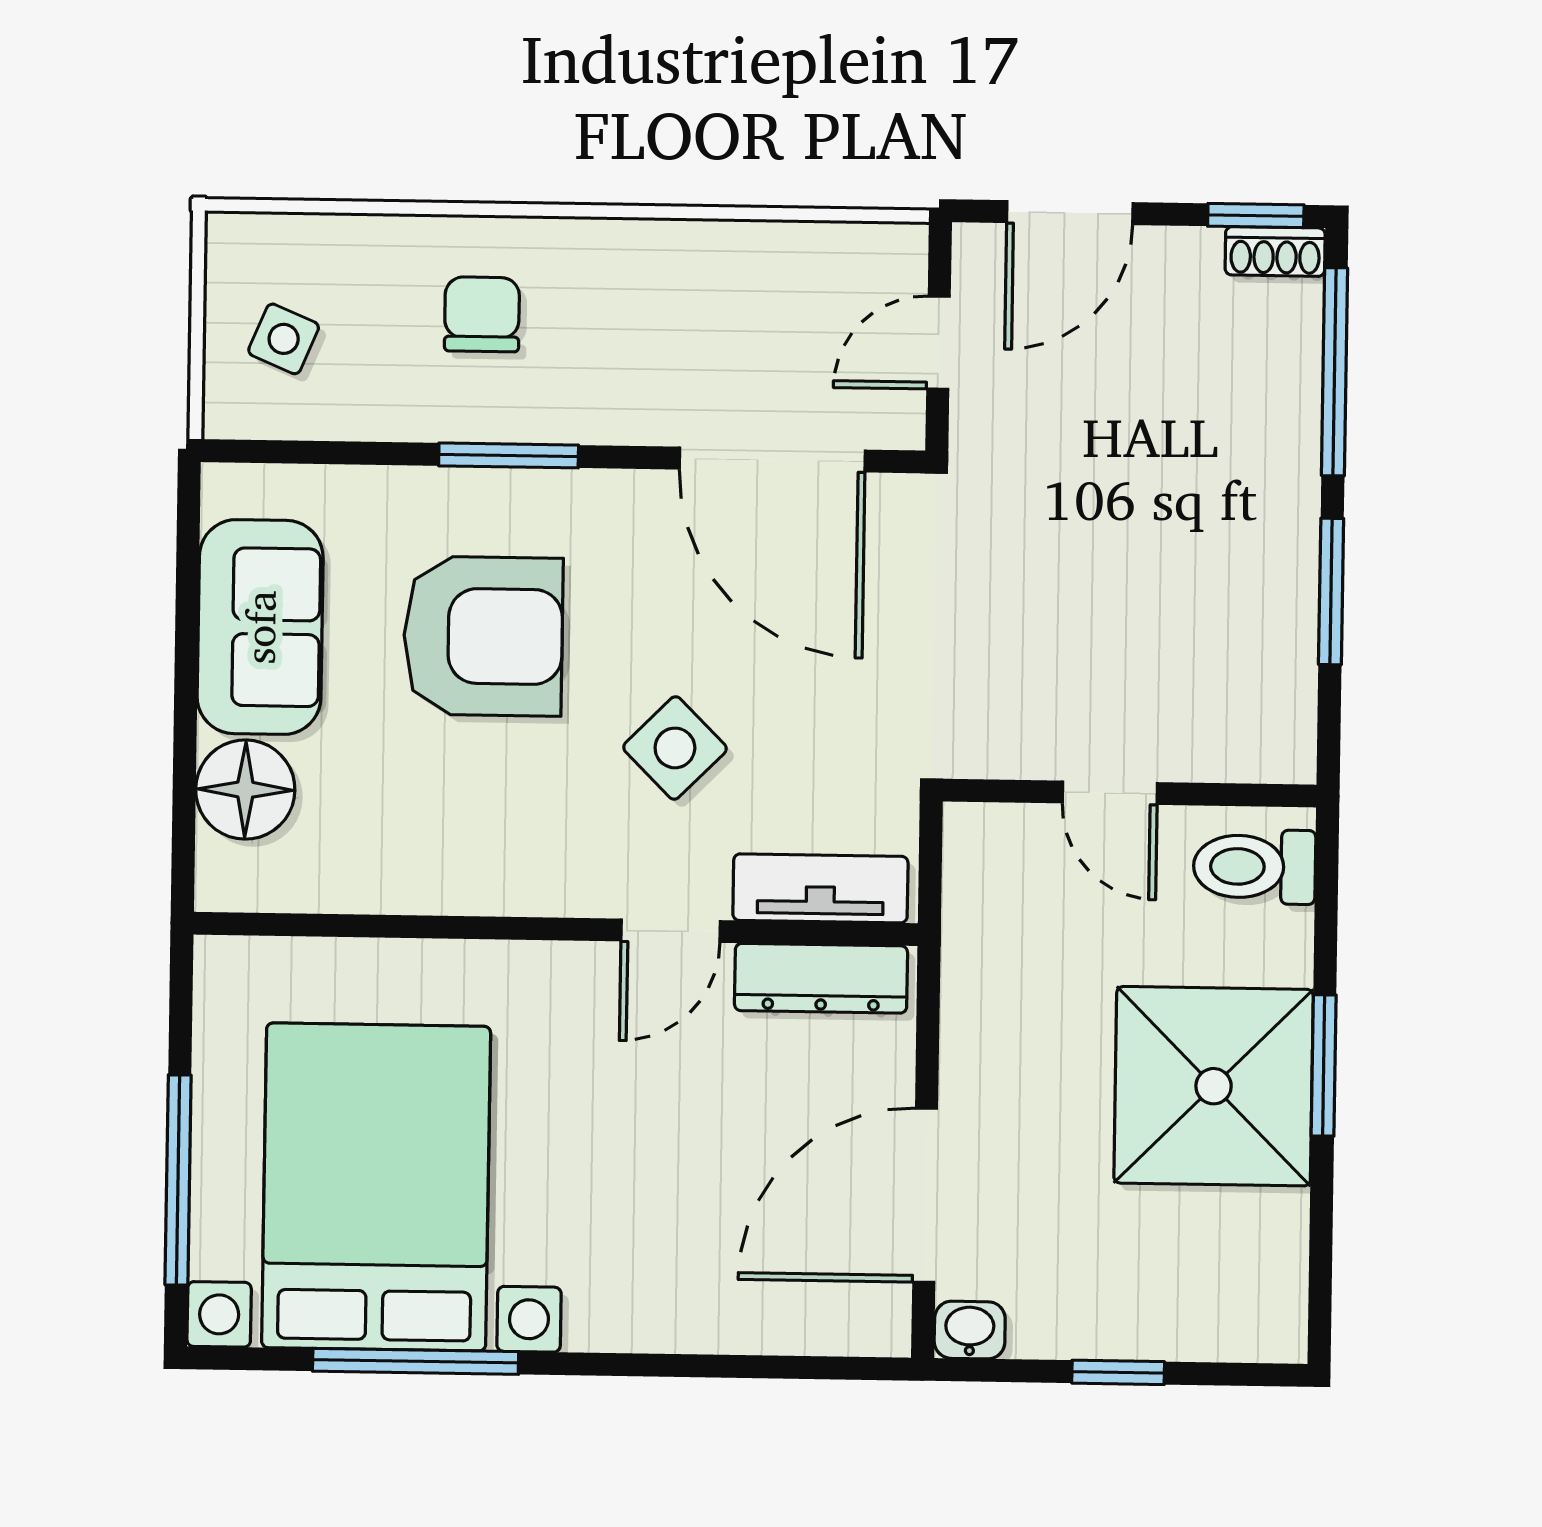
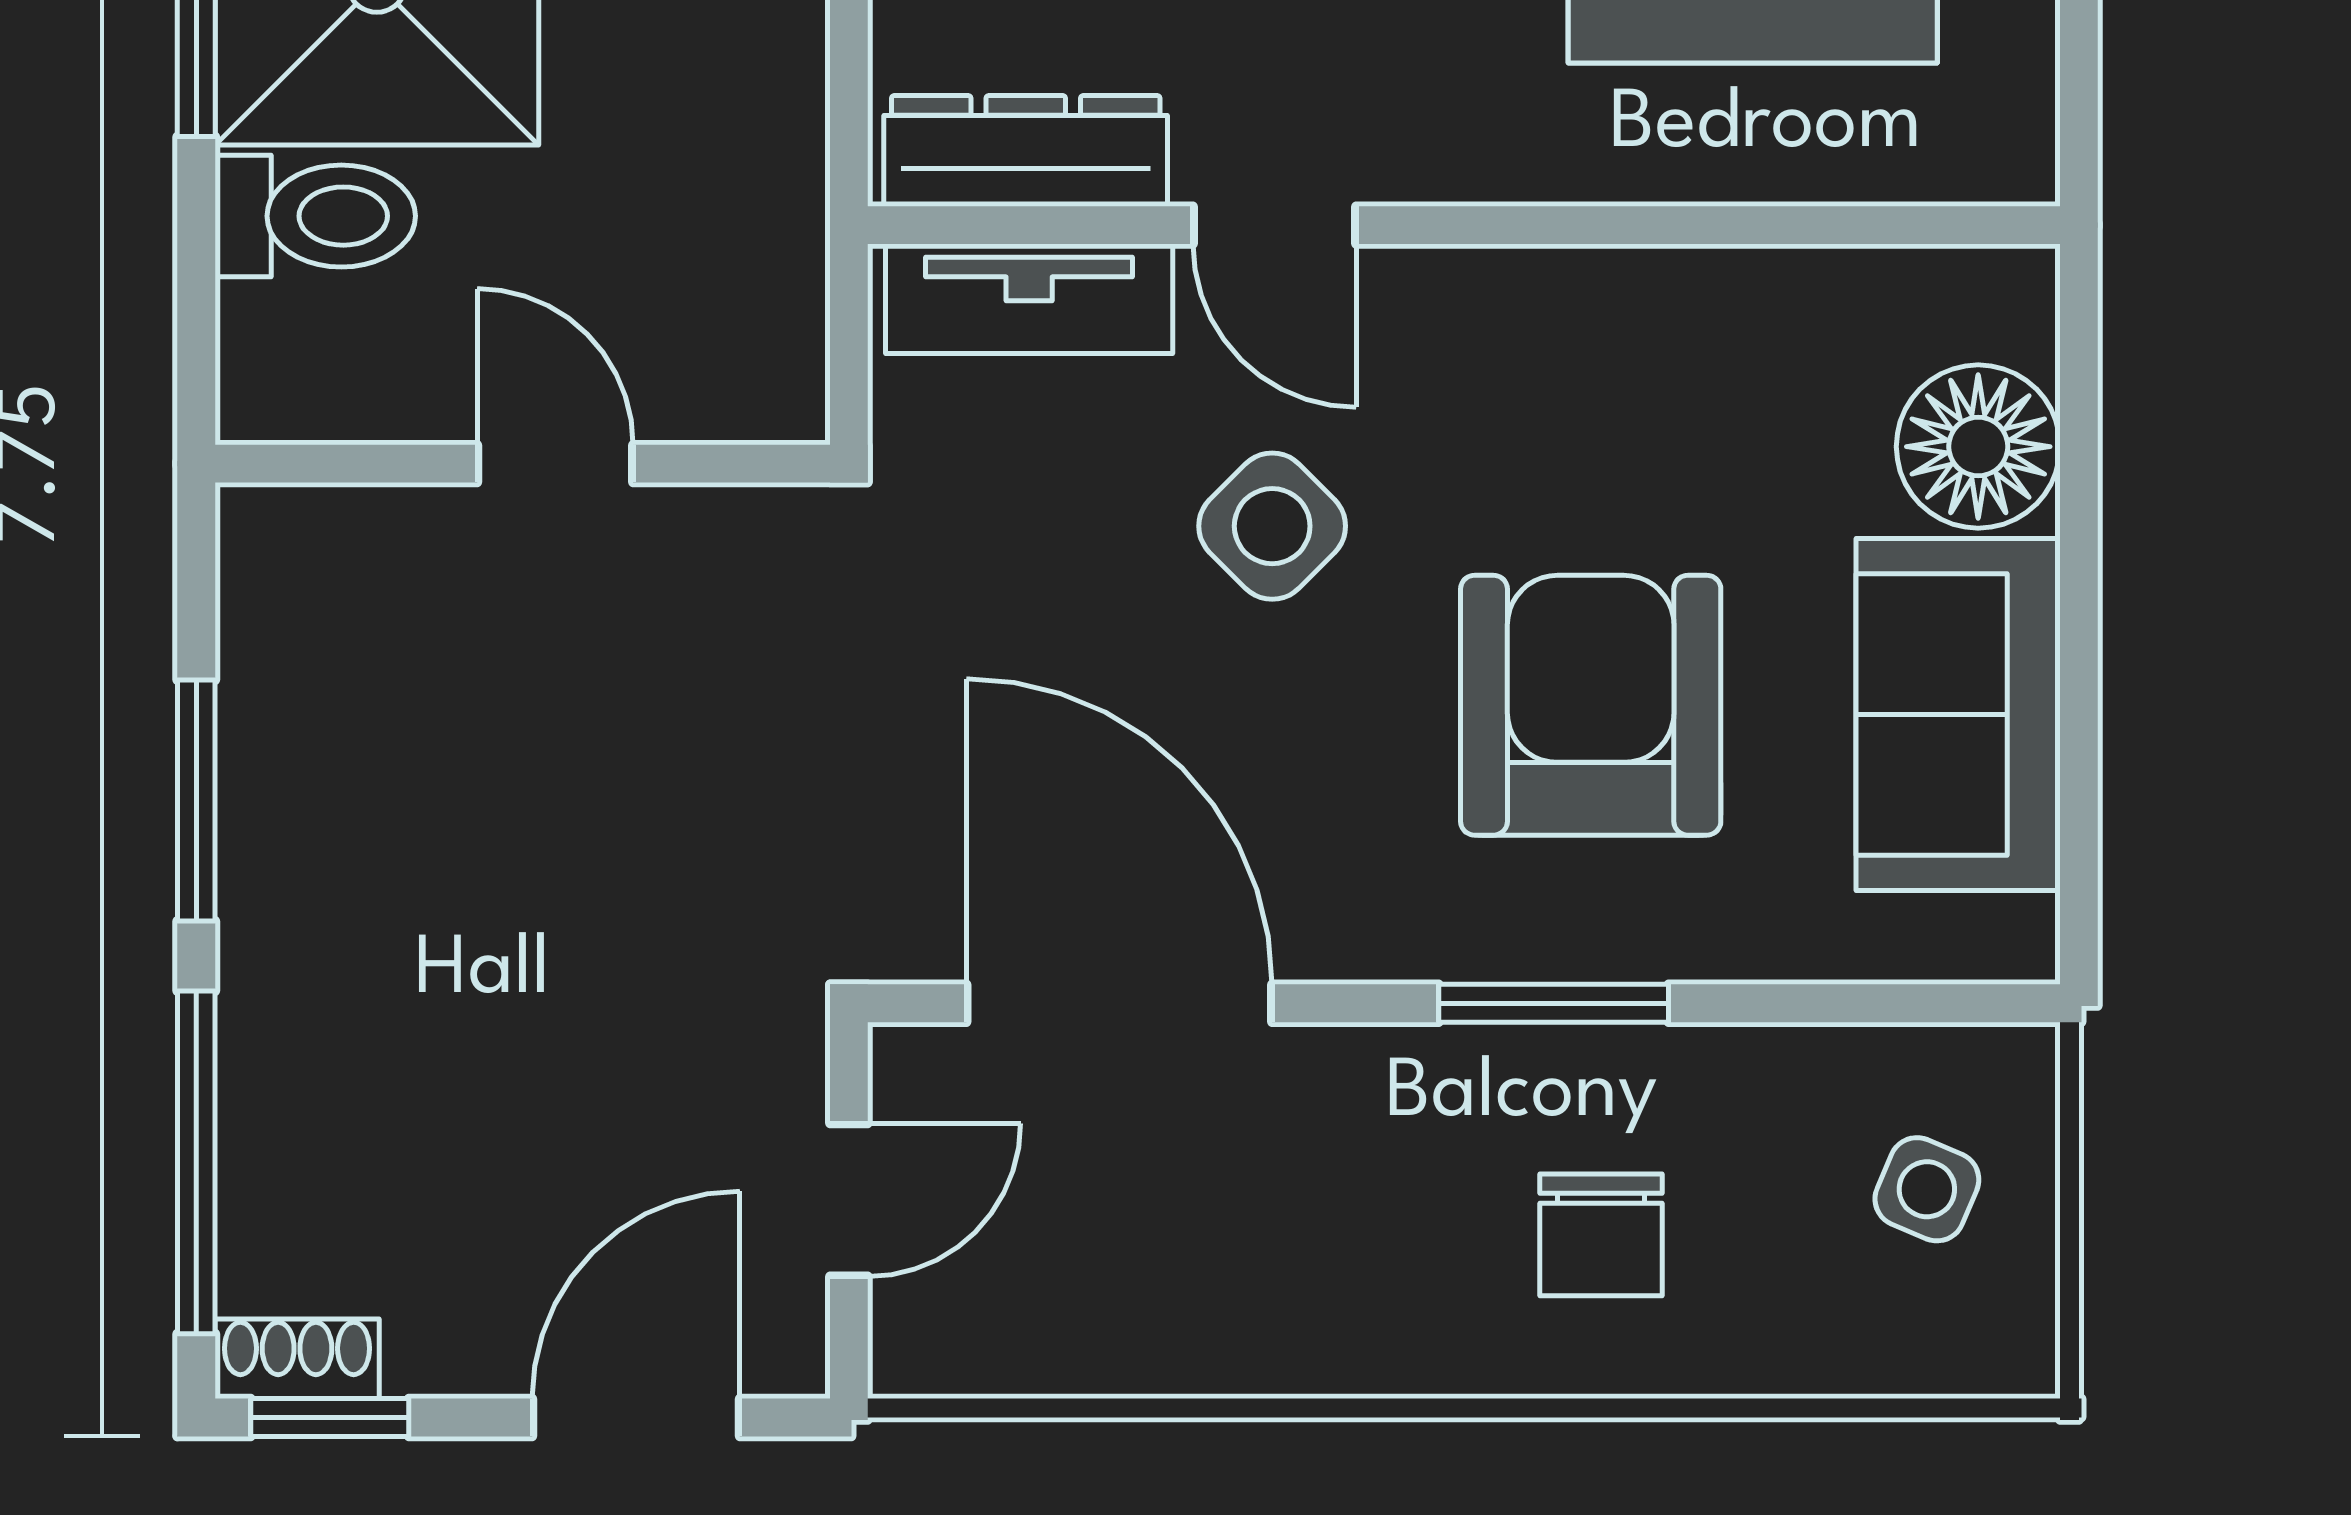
armchair: (483, 636) -> (1591, 705), turned 90
toilet: (1254, 867) -> (315, 216), moved
door: (671, 931) -> (1274, 225), swing flipped

